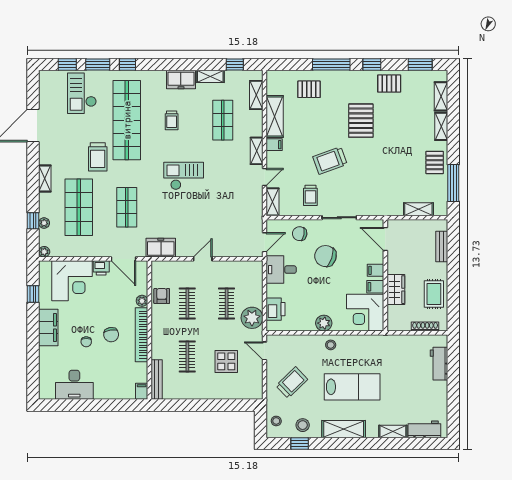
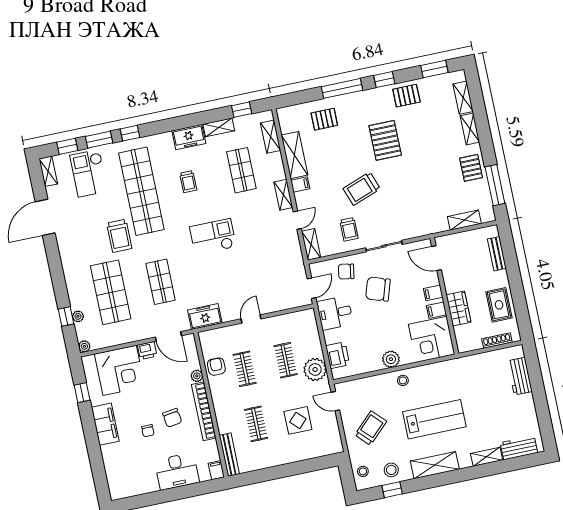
shelving: (45, 179) -> (48, 171), moved
desk: (74, 385) -> (177, 471), moved

